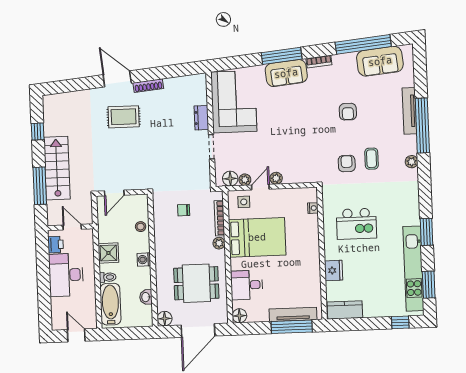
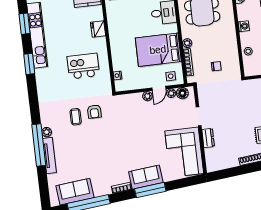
armchair: (348, 112) -> (96, 151), removed
plant: (412, 162) -> (47, 132), moved

